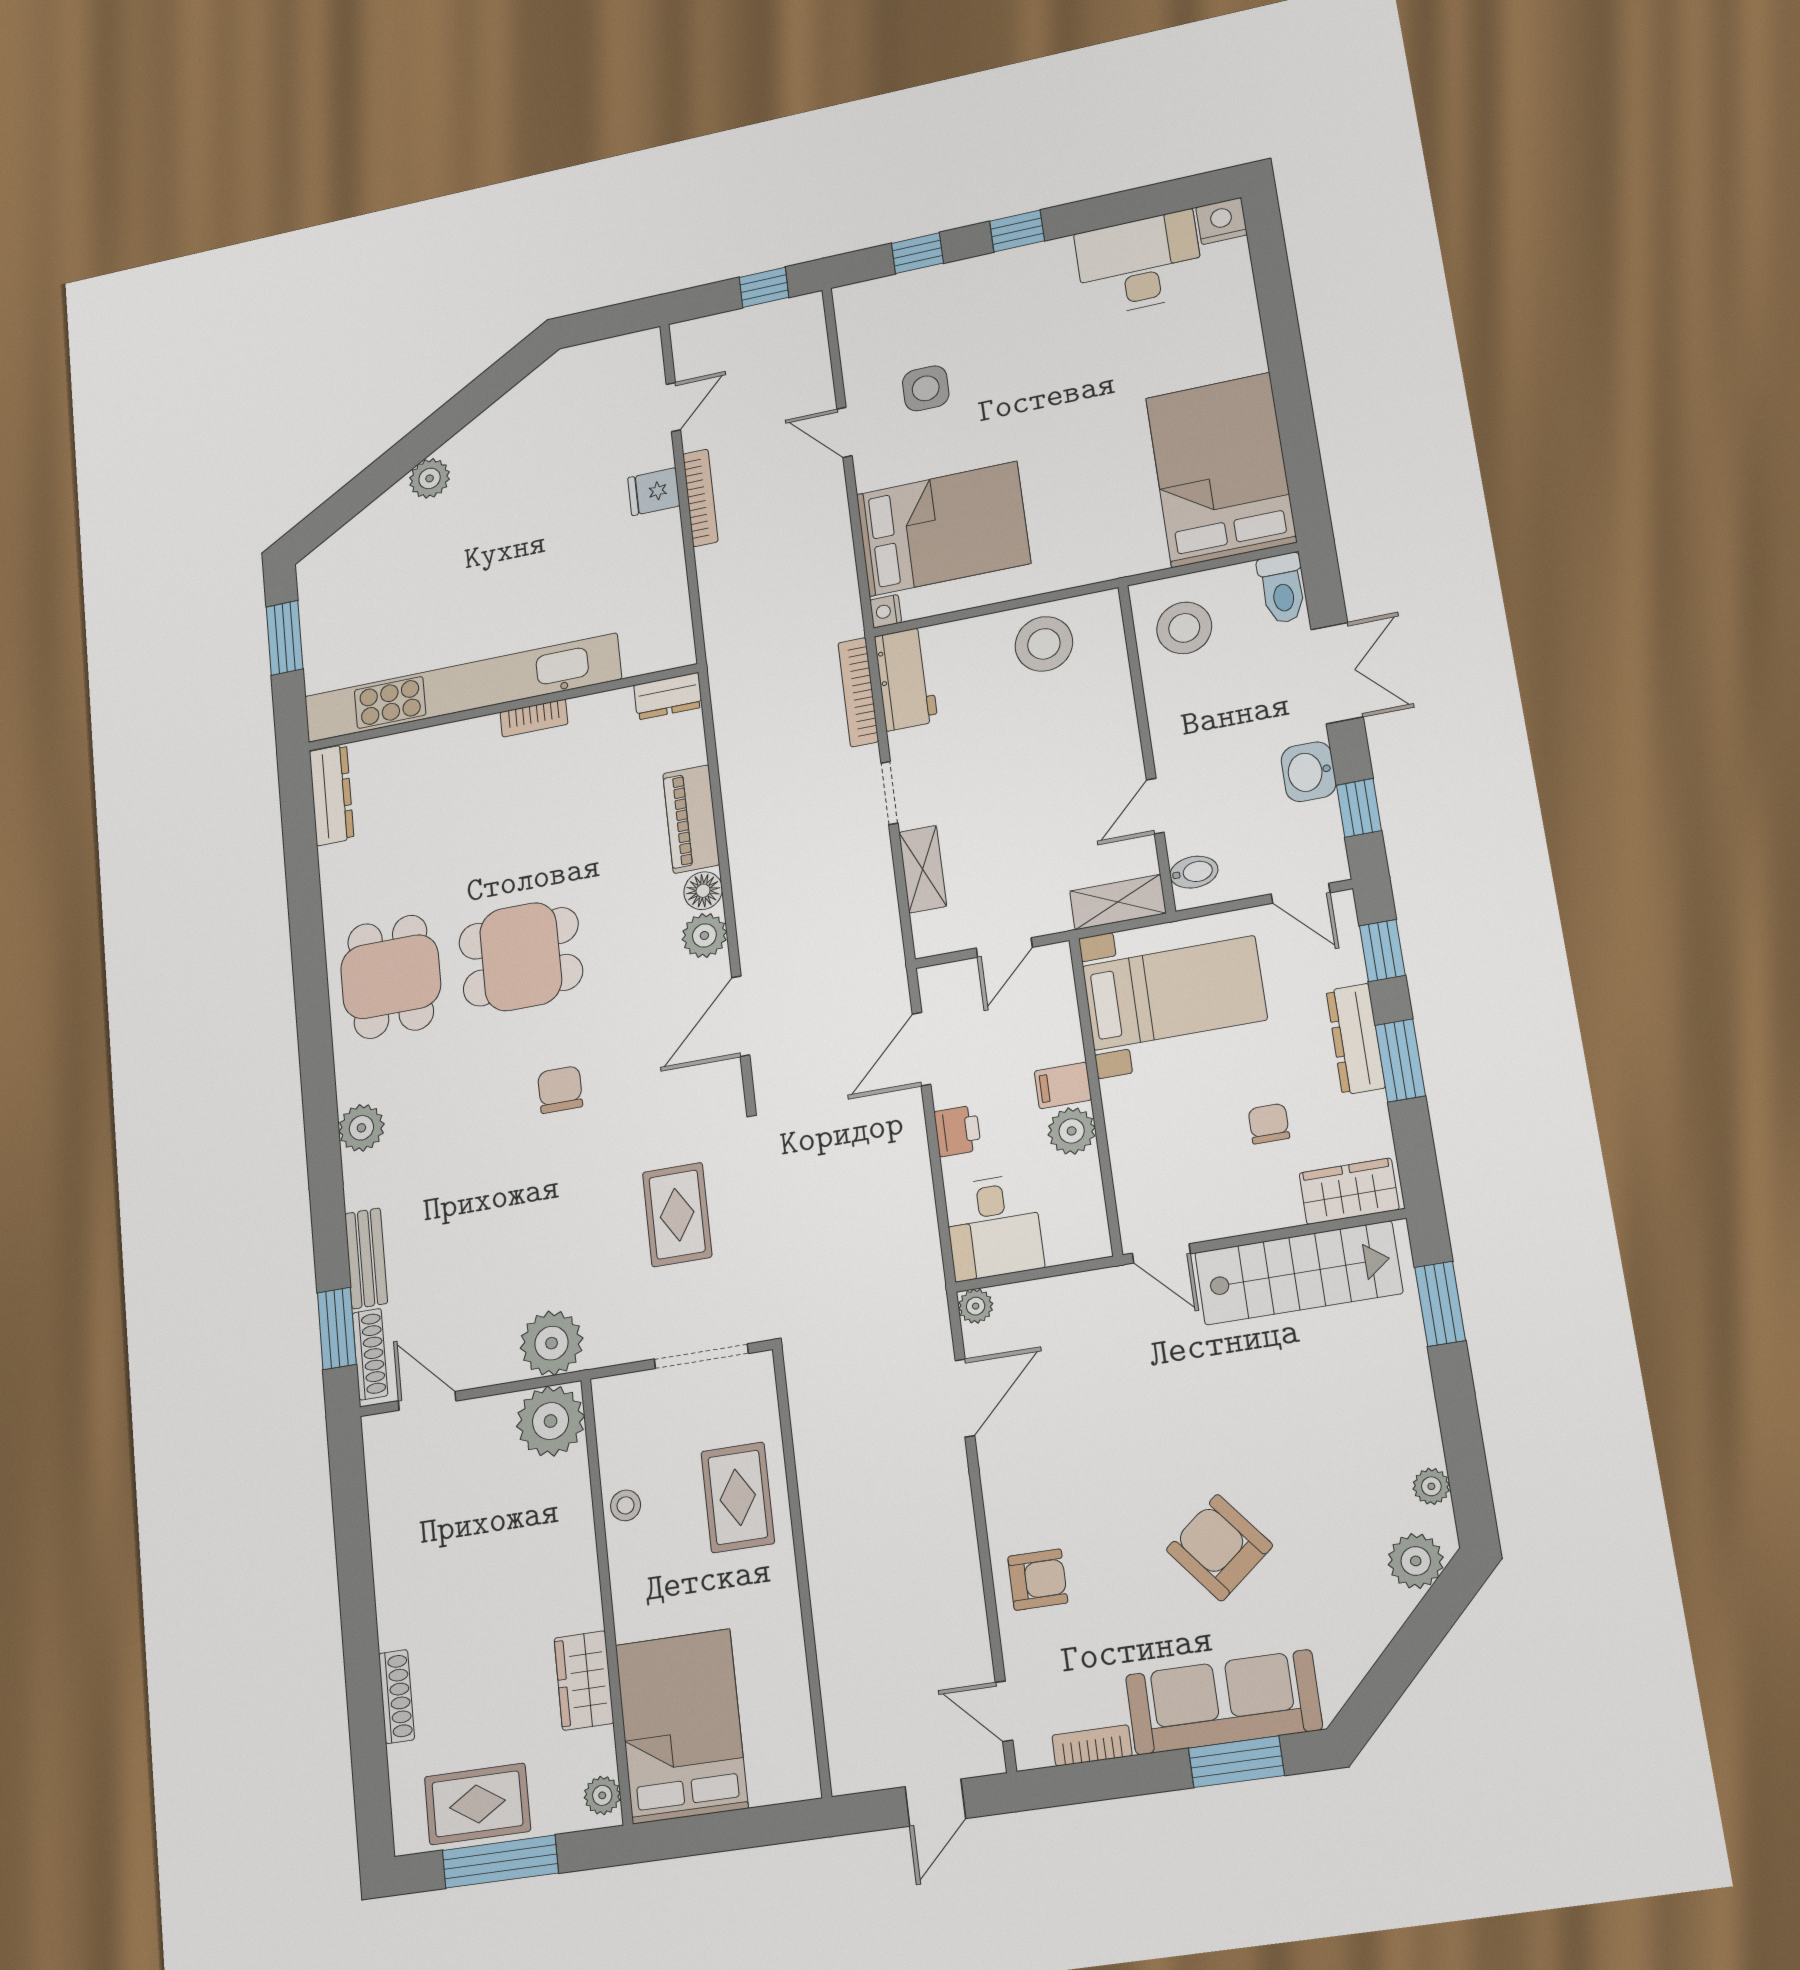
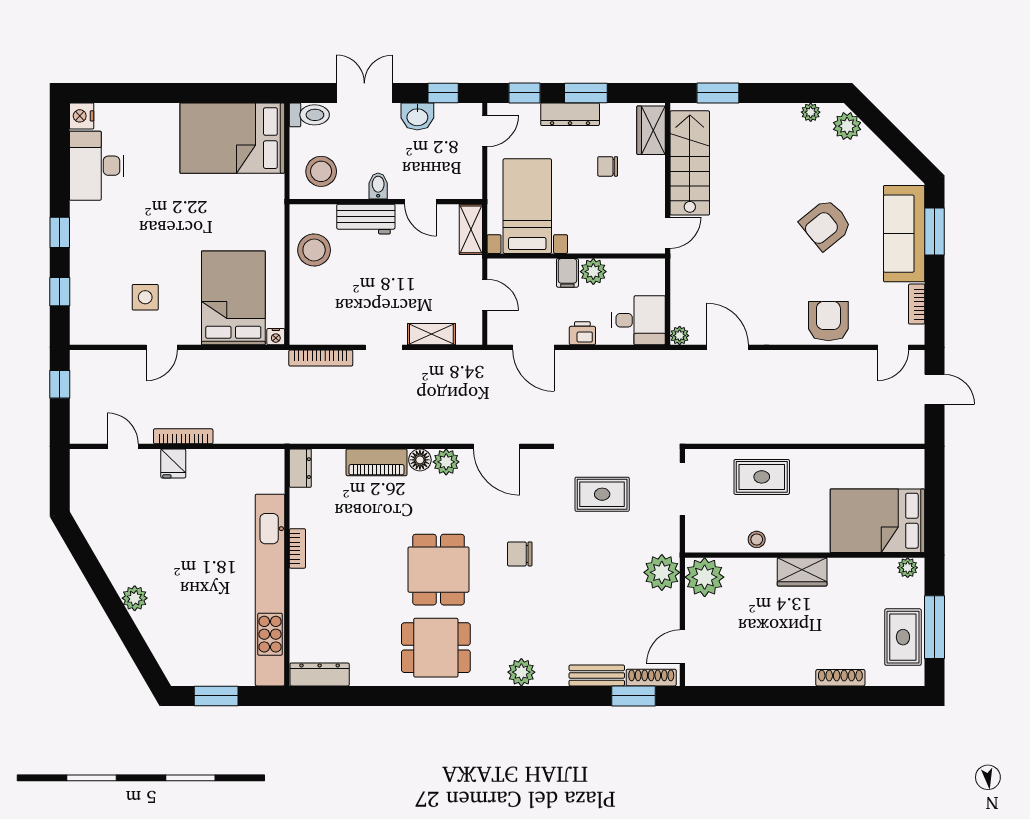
workbench: (906, 679) -> (366, 219), moved, turned 180
bidet: (1194, 872) -> (378, 186), moved
armchair: (1038, 1580) -> (828, 321), width x1.38, depth x1.38
wardrobe: (584, 1681) -> (802, 572), moved

